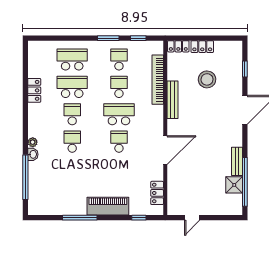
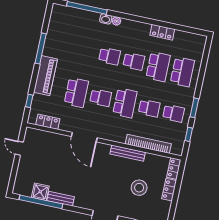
school desk: (119, 169) -> (76, 92), added

